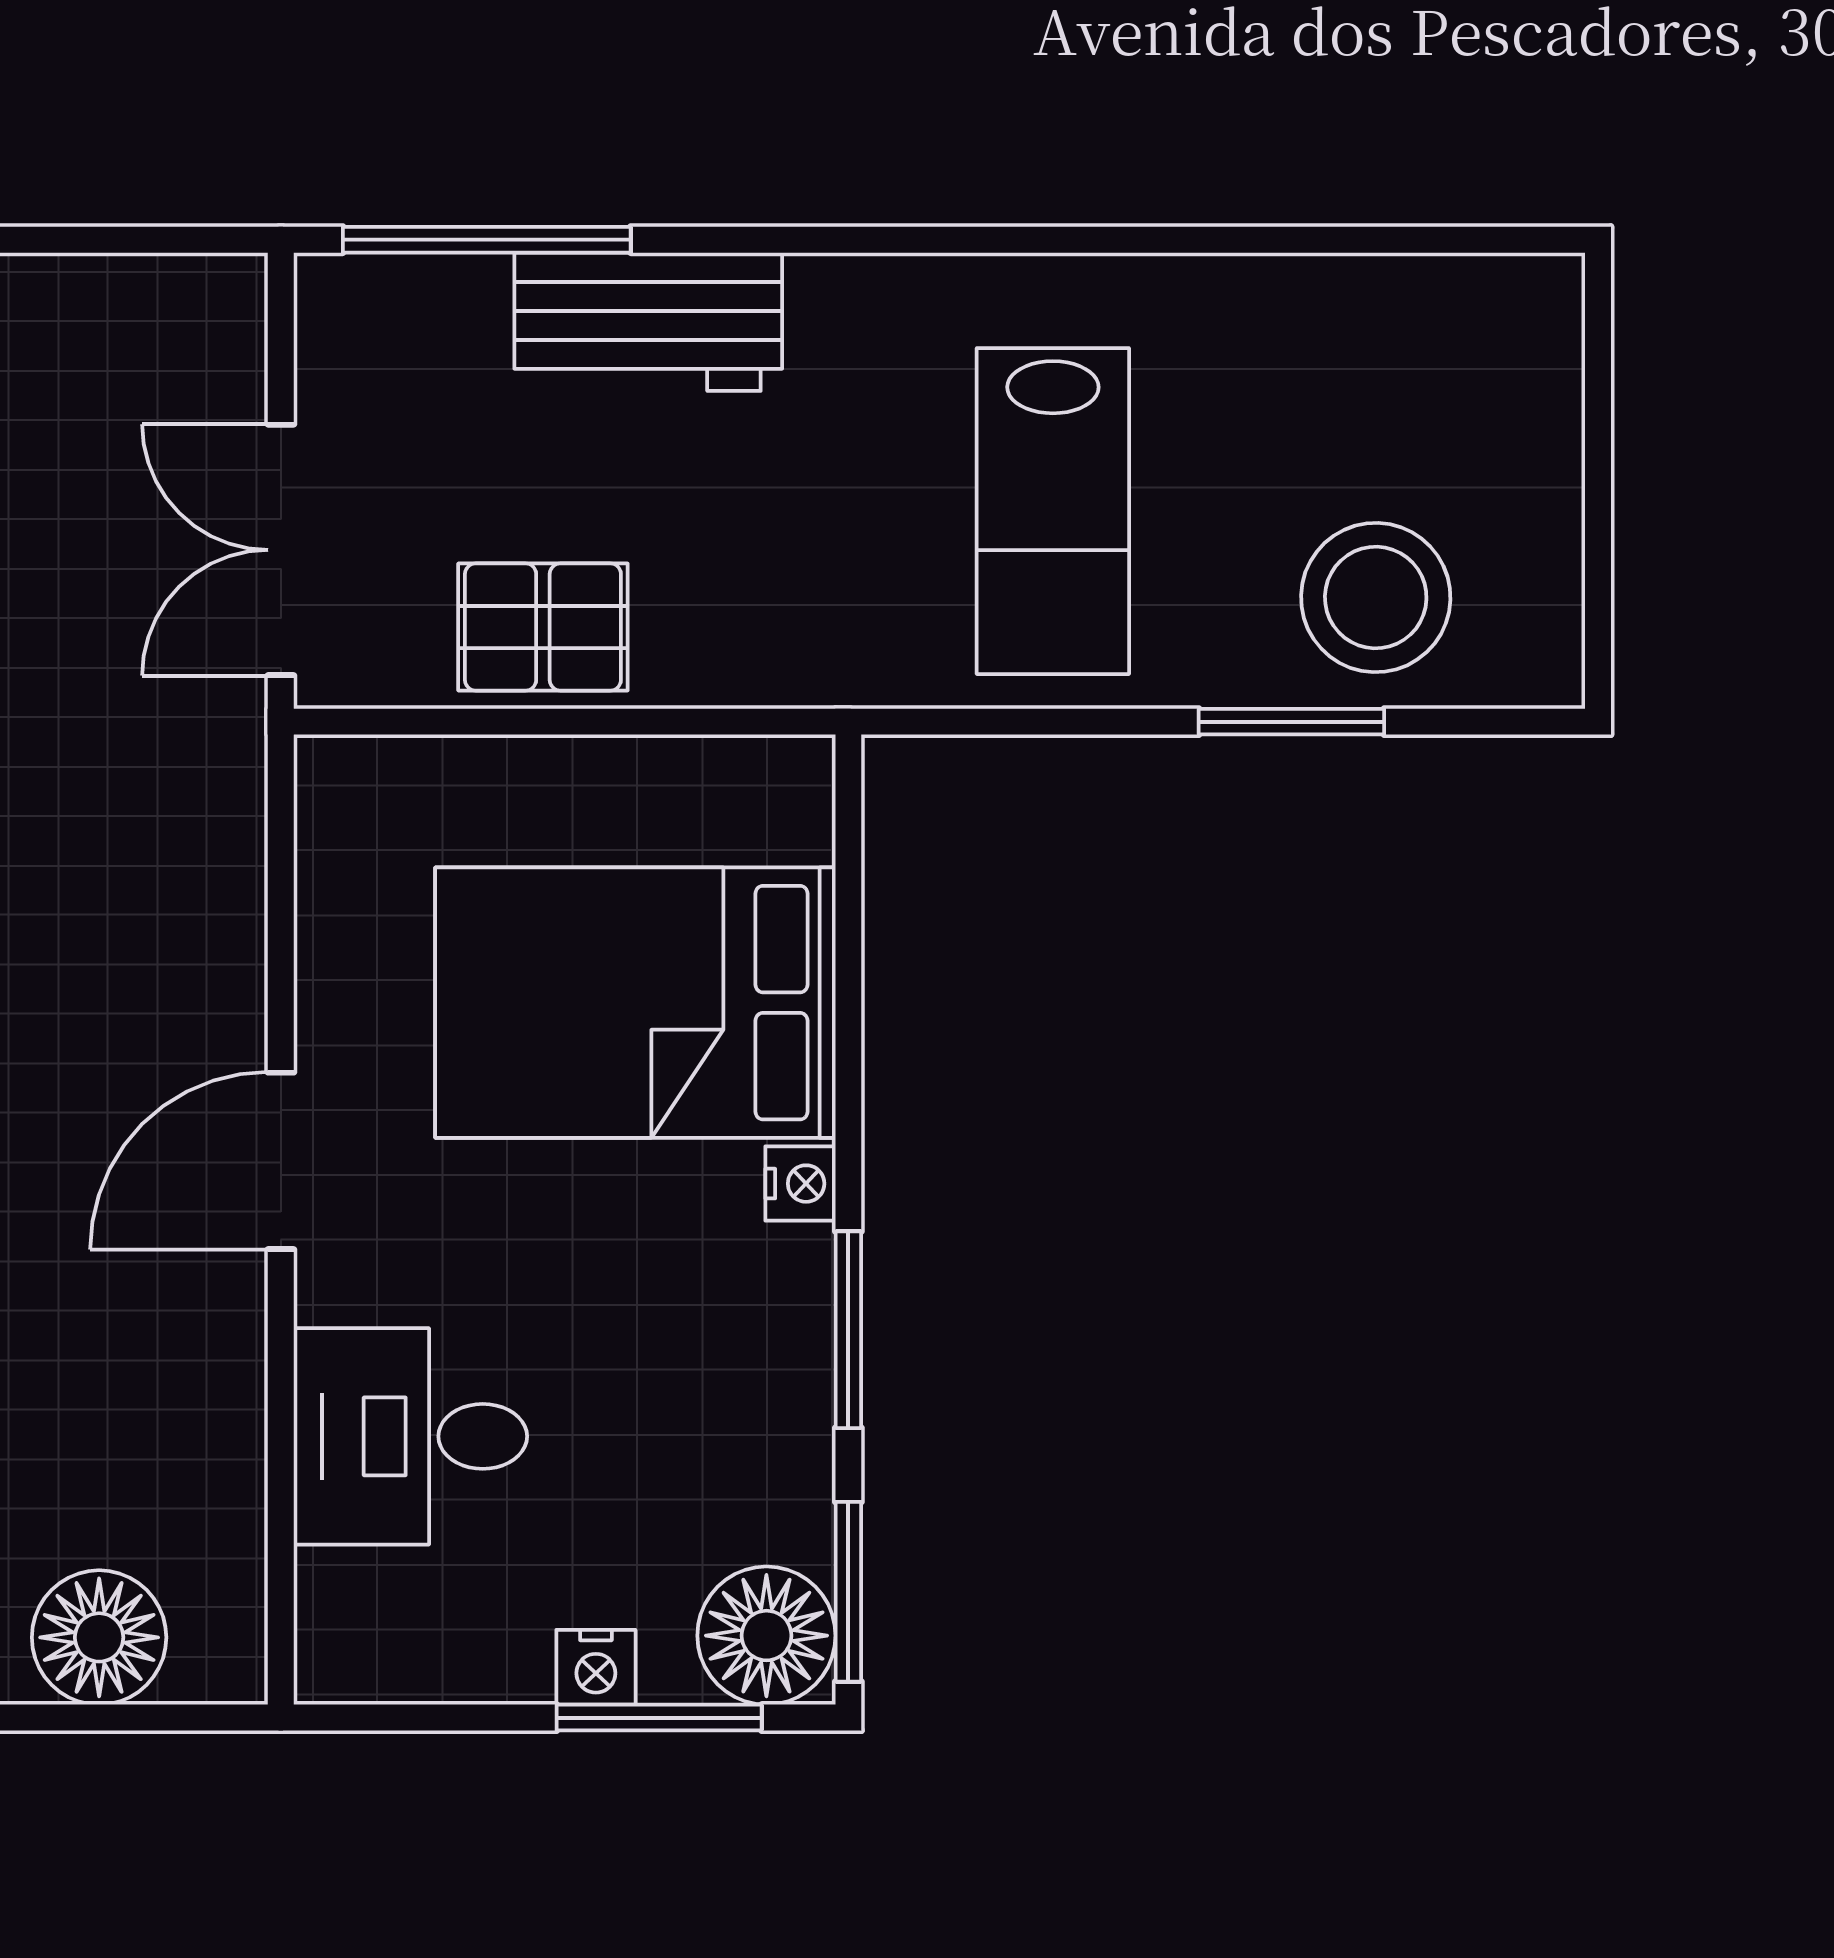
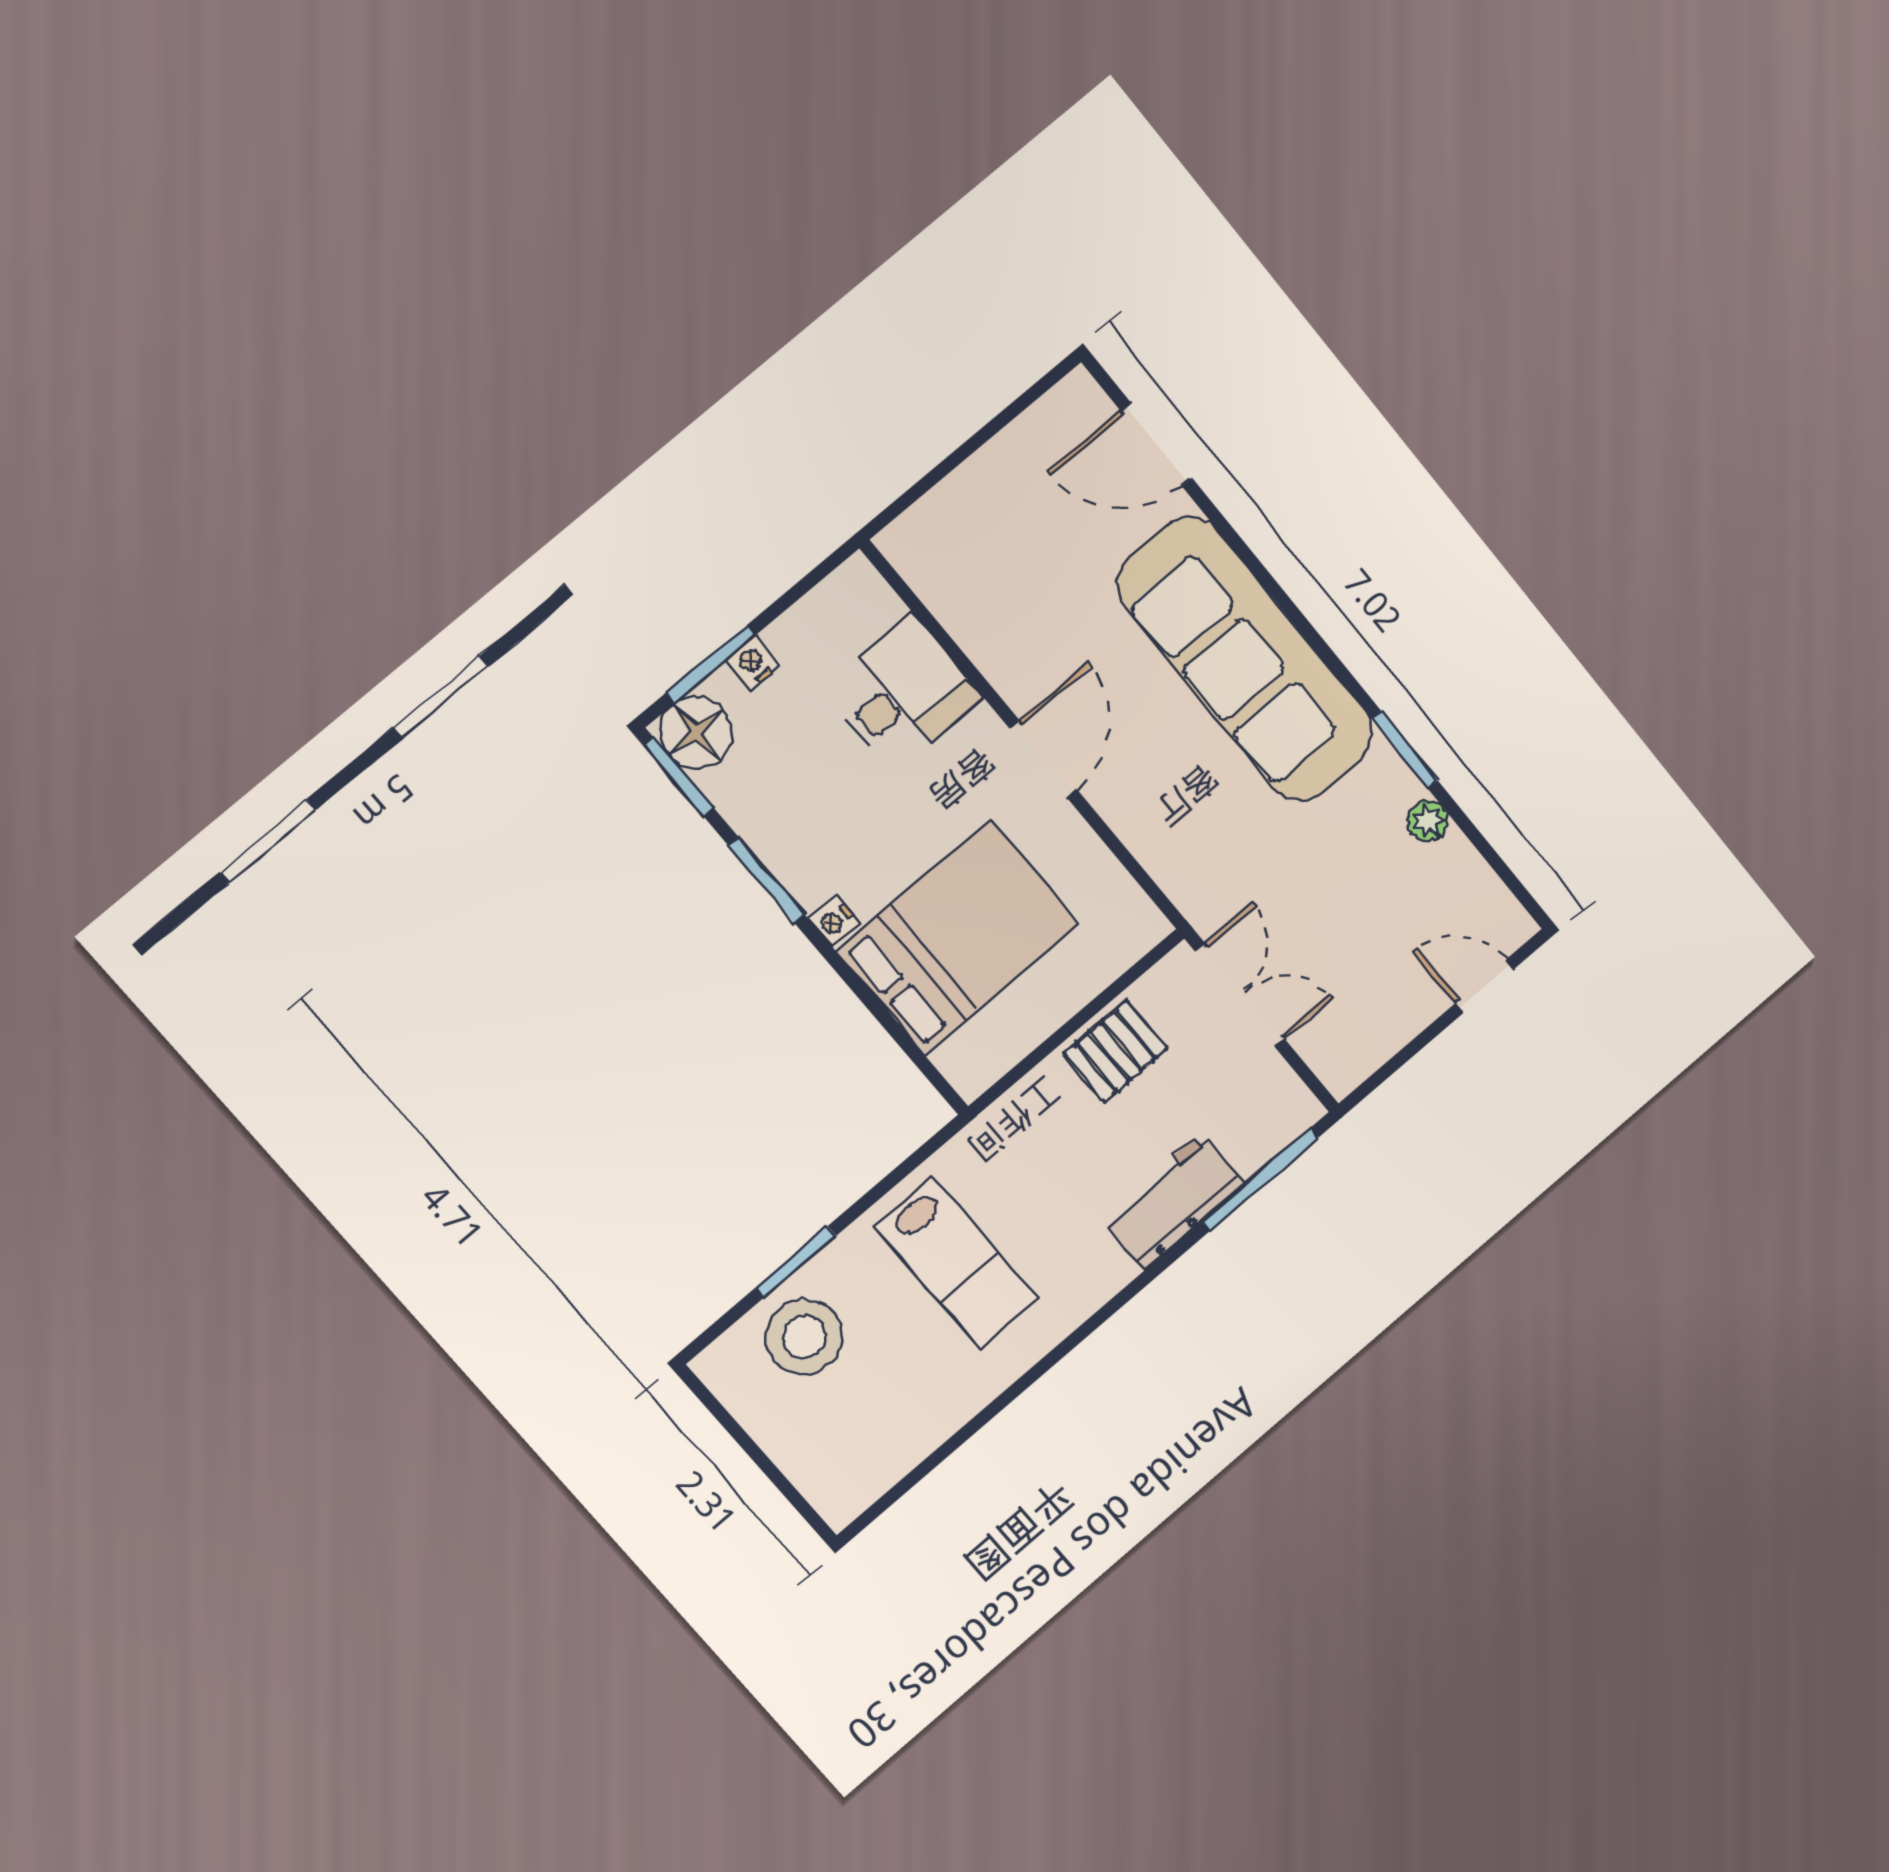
lab bench: (1053, 511) -> (957, 1263), turned 180
floor lamp: (99, 1637) -> (958, 511), removed

